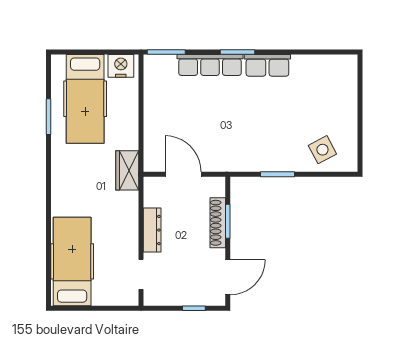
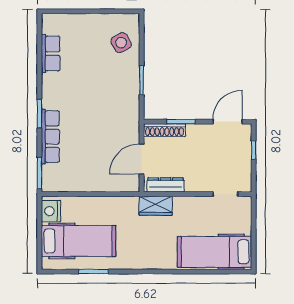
row of seats: (267, 65) -> (51, 54), moved
wardrobe: (127, 170) -> (156, 206), moved
shoe rack: (218, 223) -> (164, 130), moved
dresser: (152, 230) -> (166, 185), moved
door: (228, 277) -> (228, 122), hinge flipped

